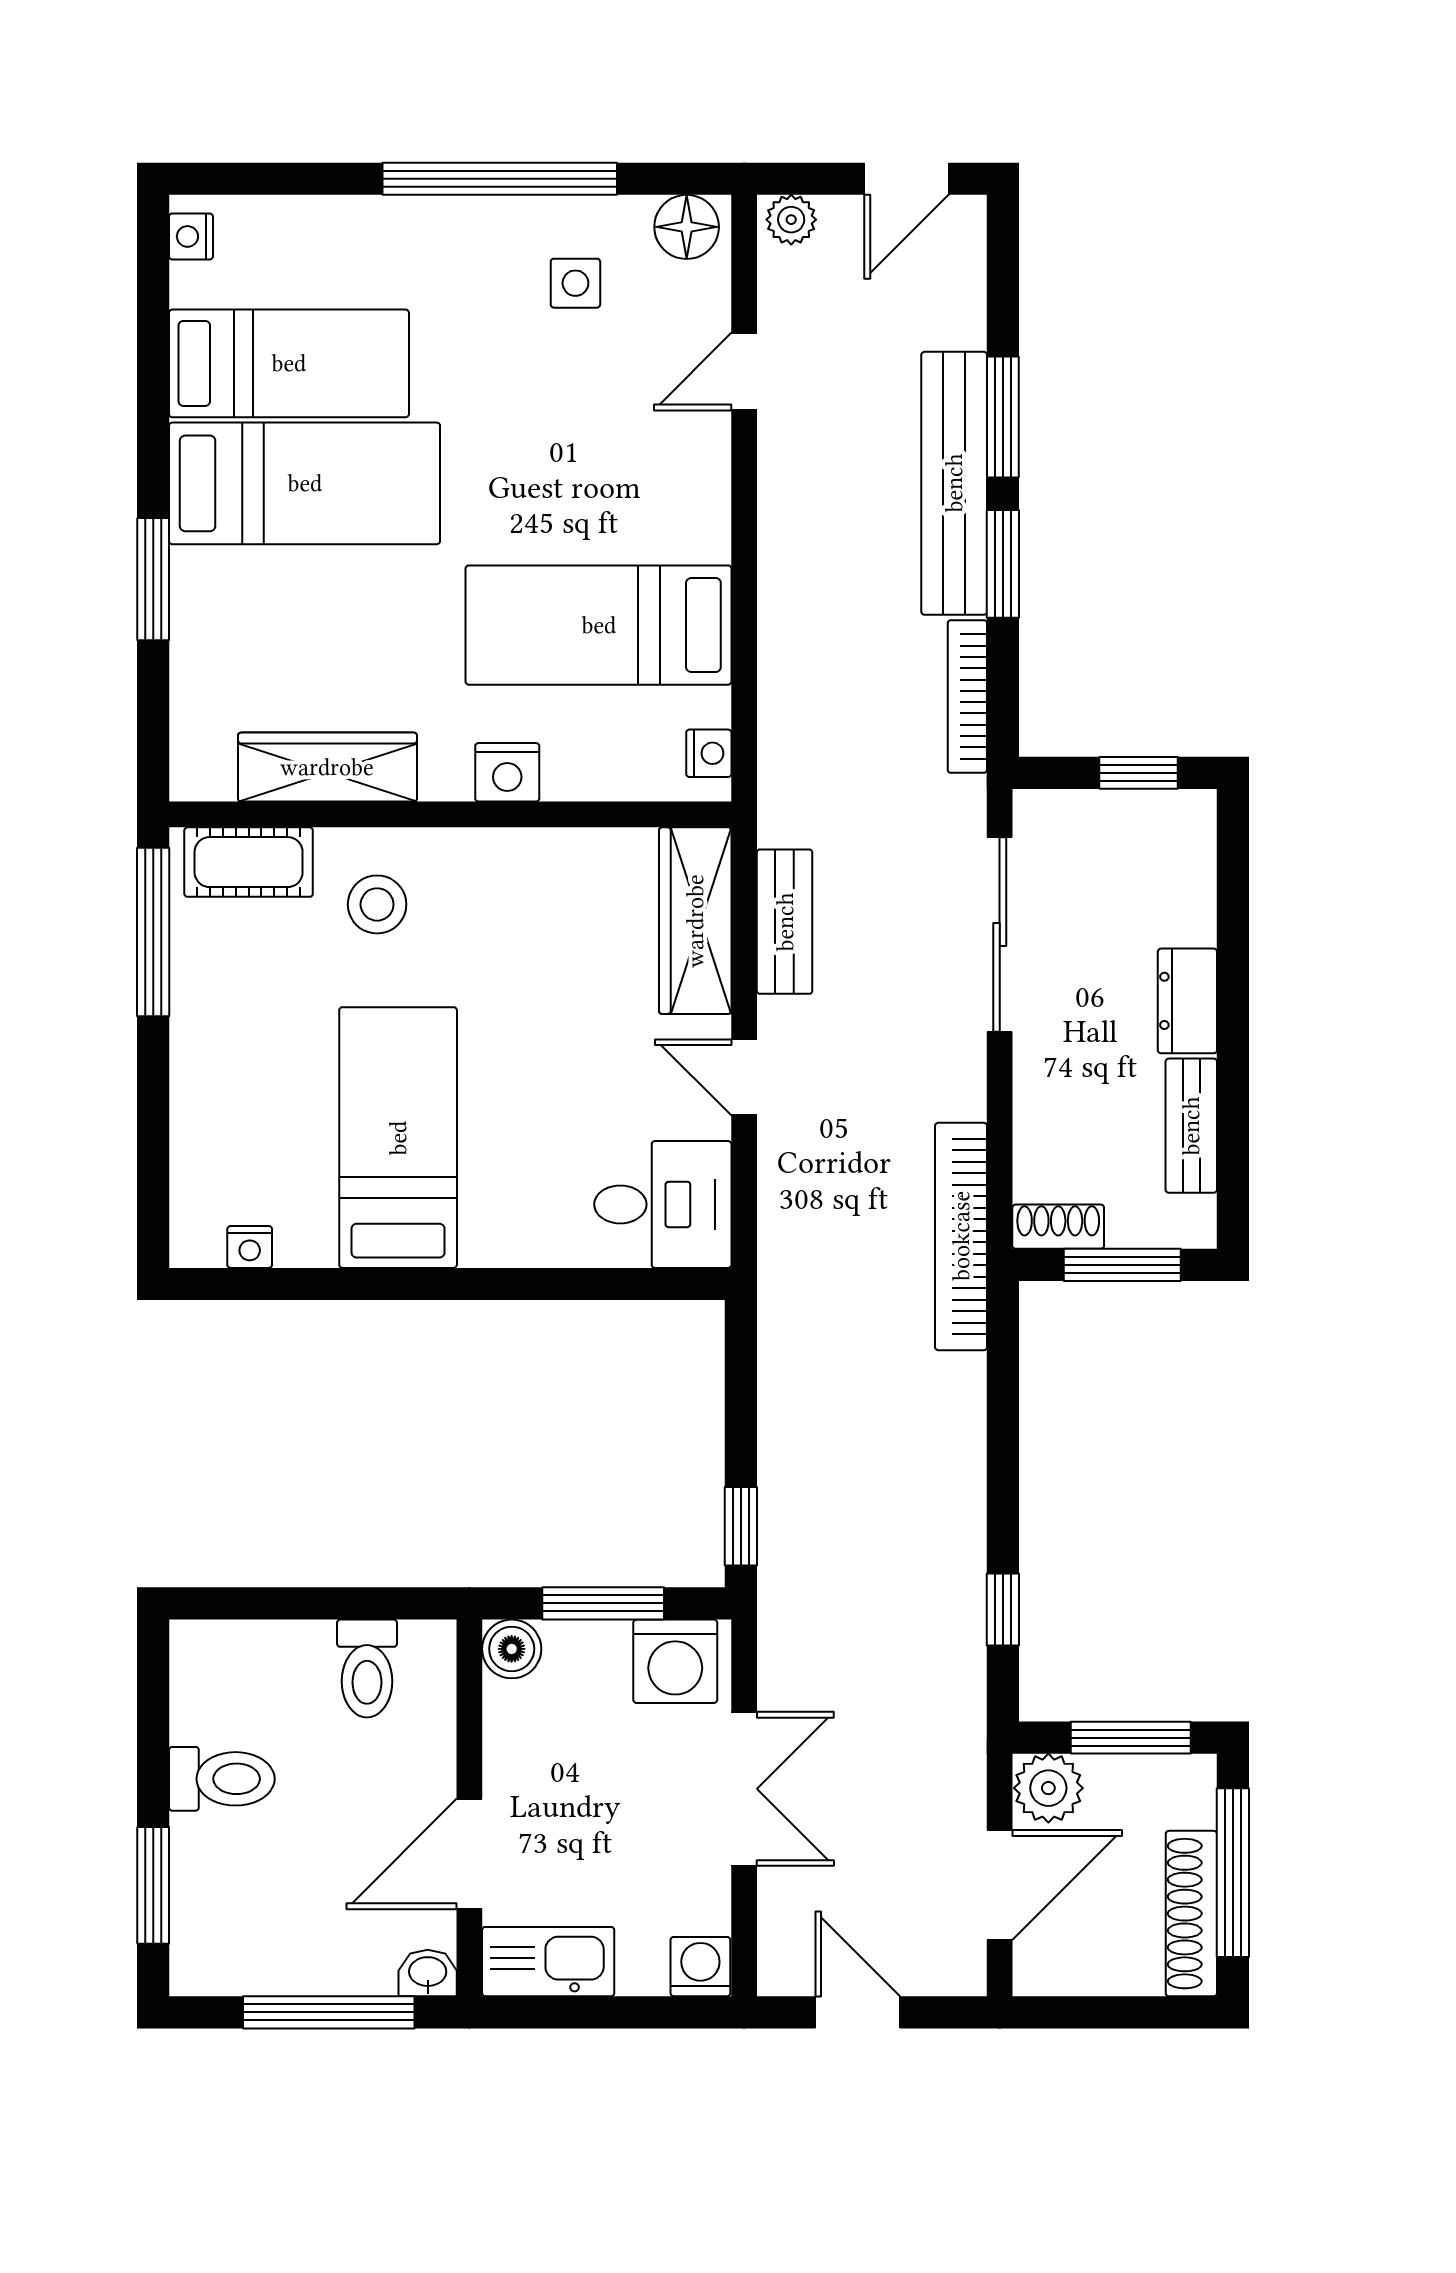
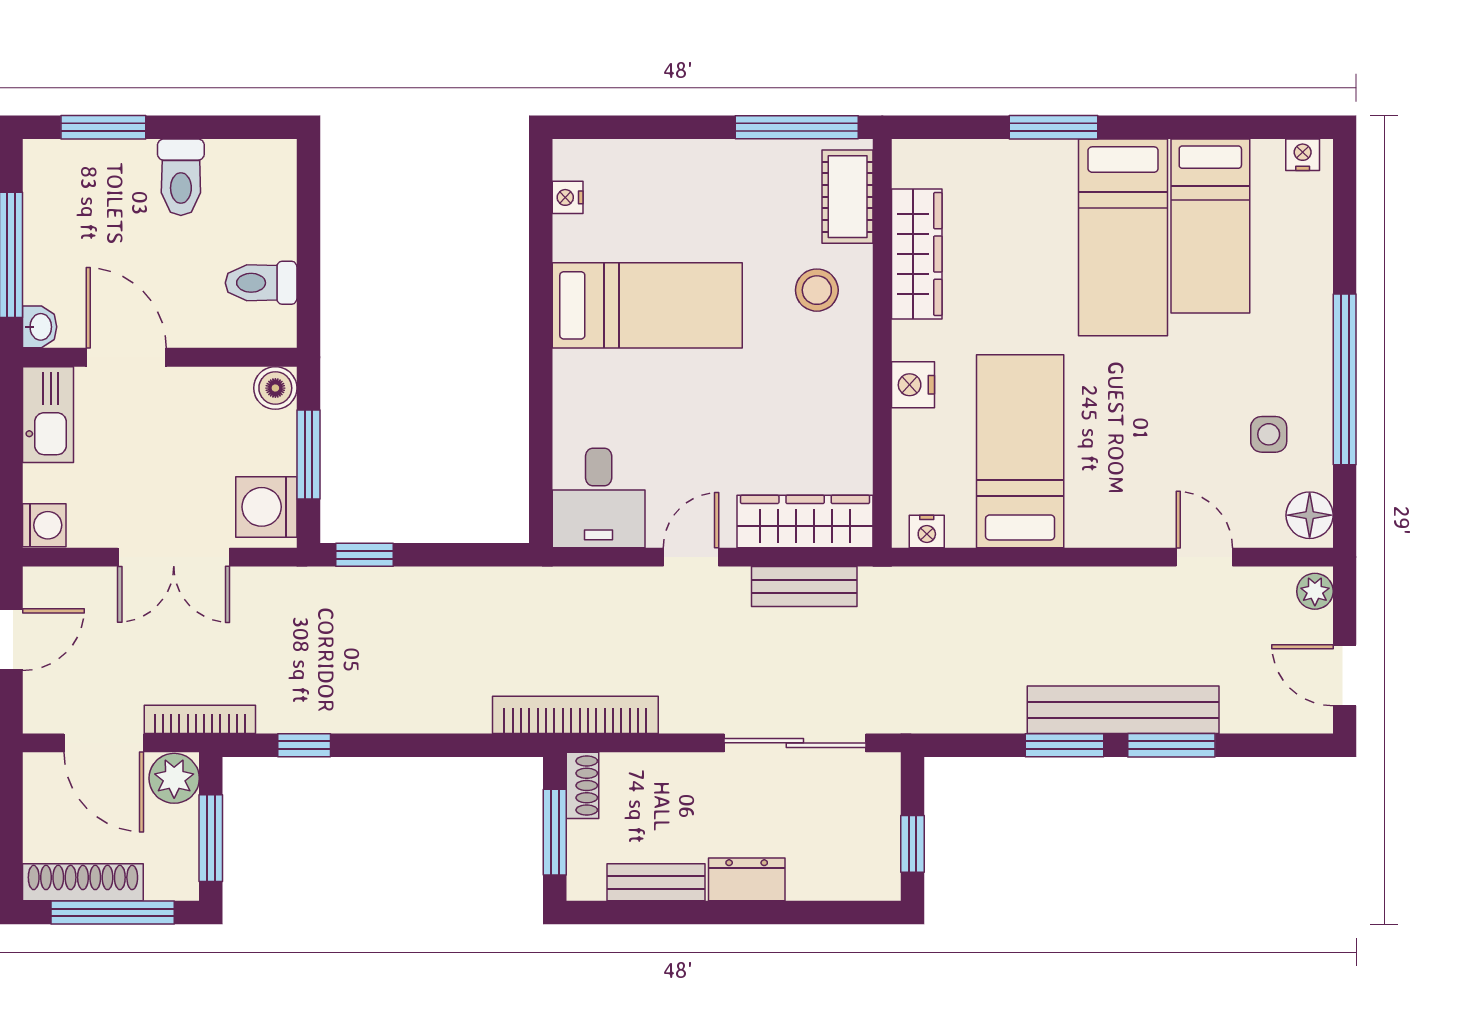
bookcase: (967, 696) -> (200, 719), moved

